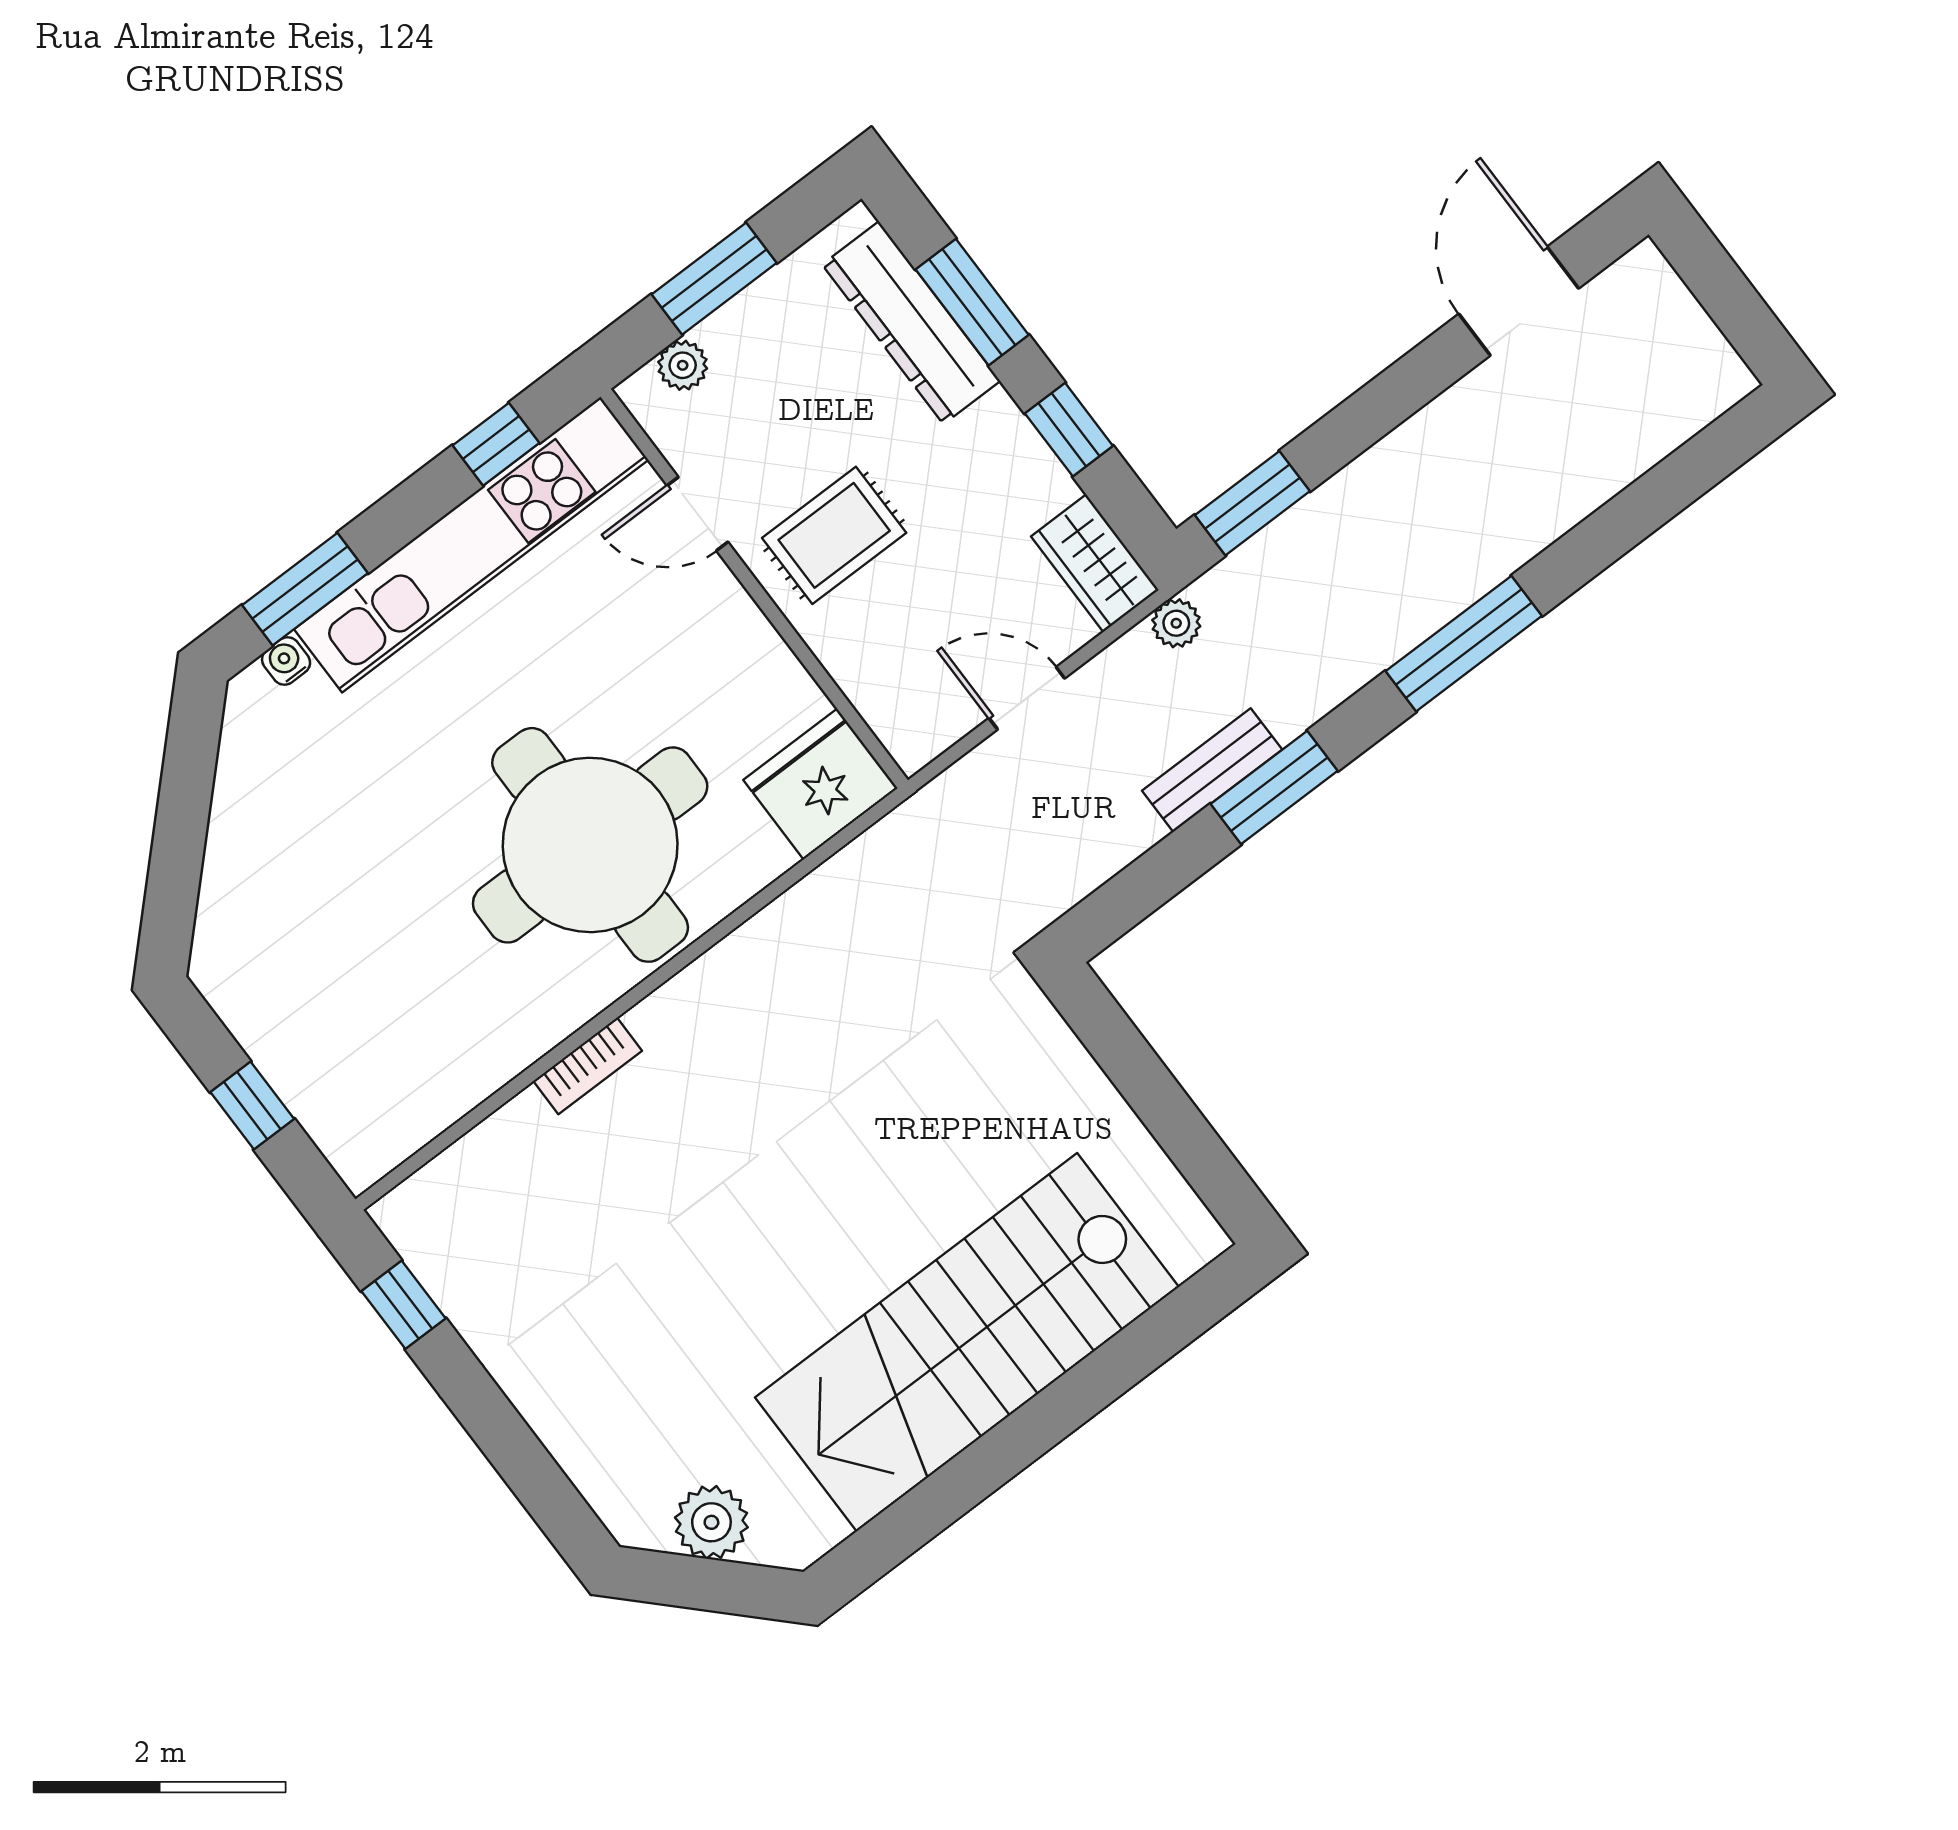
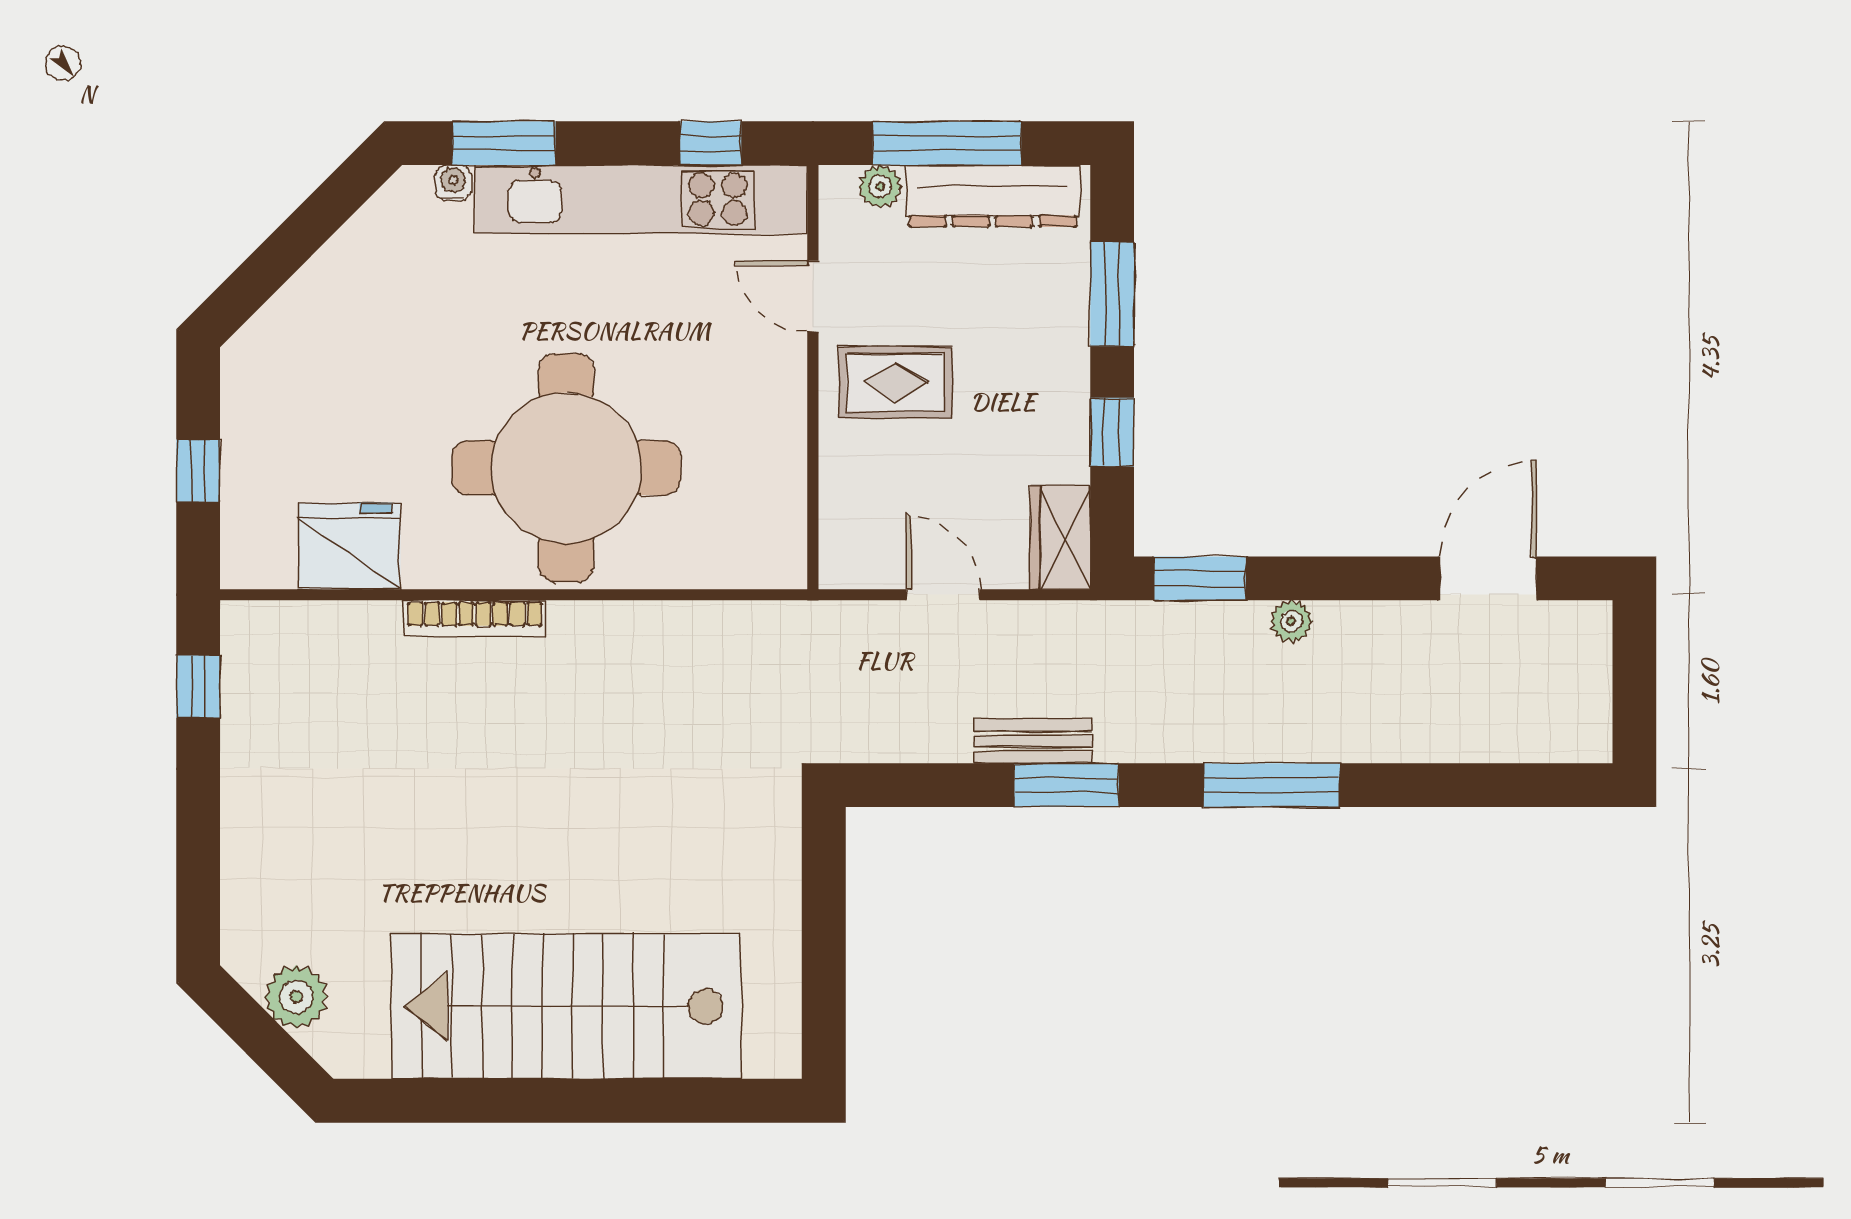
window: (714, 279) -> (947, 143), width x1.44
dresser: (911, 323) -> (993, 196), moved, turned -90
plant: (1176, 623) -> (1291, 621), moved
fridge: (820, 784) -> (349, 546), moved
bookcase: (588, 1066) -> (475, 618), width x1.56

